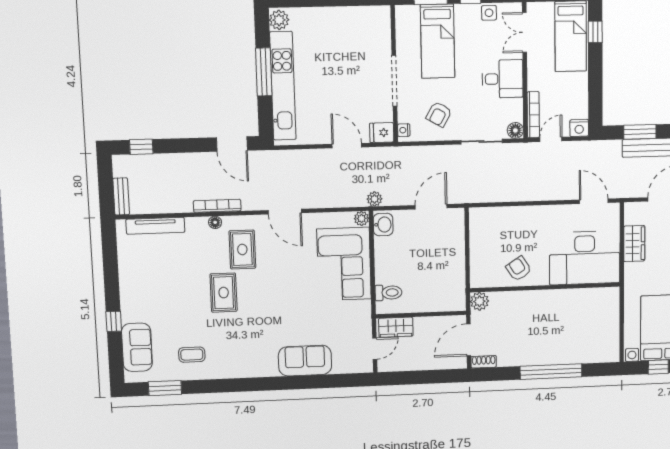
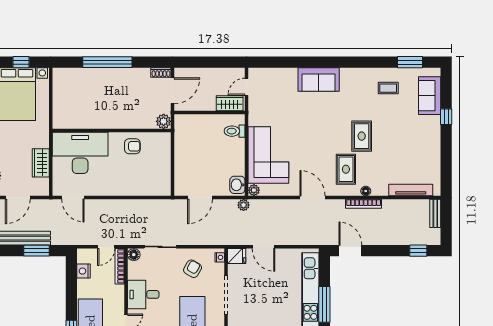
nightstand: (579, 128) -> (84, 271), moved, turned -90
armchair: (519, 269) -> (132, 146), turned -57
sofa: (305, 361) -> (319, 79), moved

